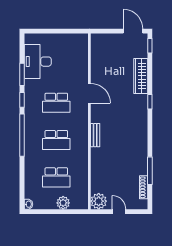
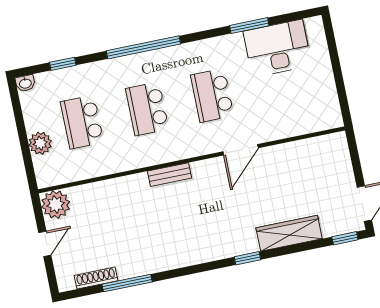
window: (22, 100) -> (63, 64), moved

